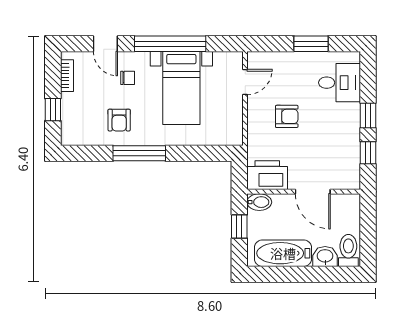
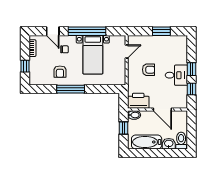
desk: (340, 83) -> (176, 75), moved

